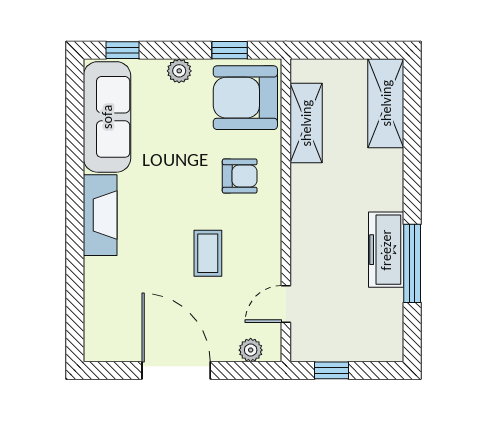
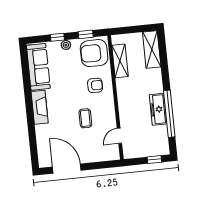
window: (123, 50) -> (57, 37), moved
window: (412, 263) -> (169, 114), width x1.46
plant: (251, 350) -> (107, 156), removed
door: (176, 370) -> (67, 169), moved
window: (332, 370) -> (154, 160), moved

